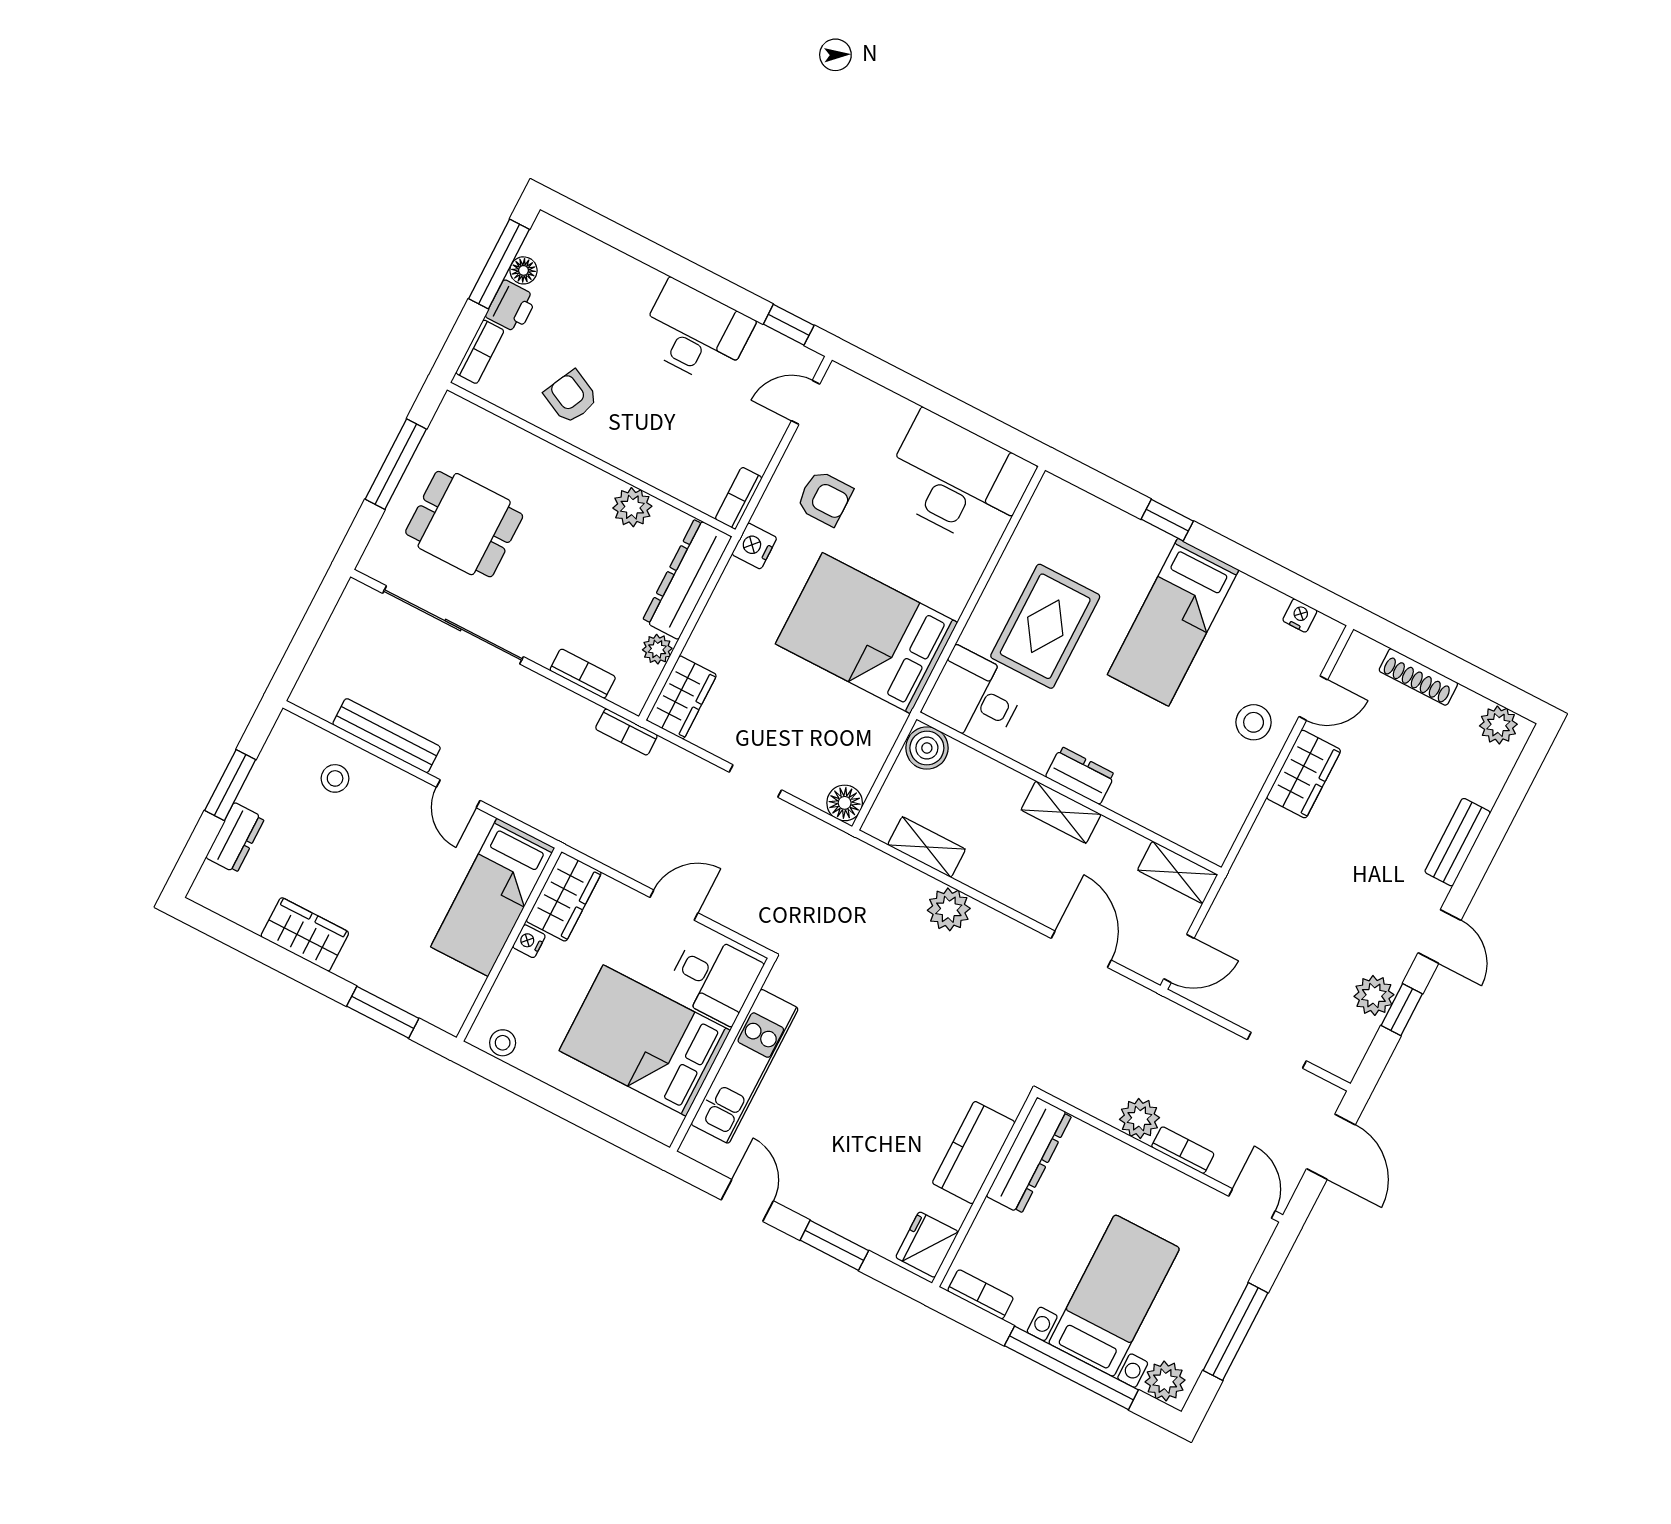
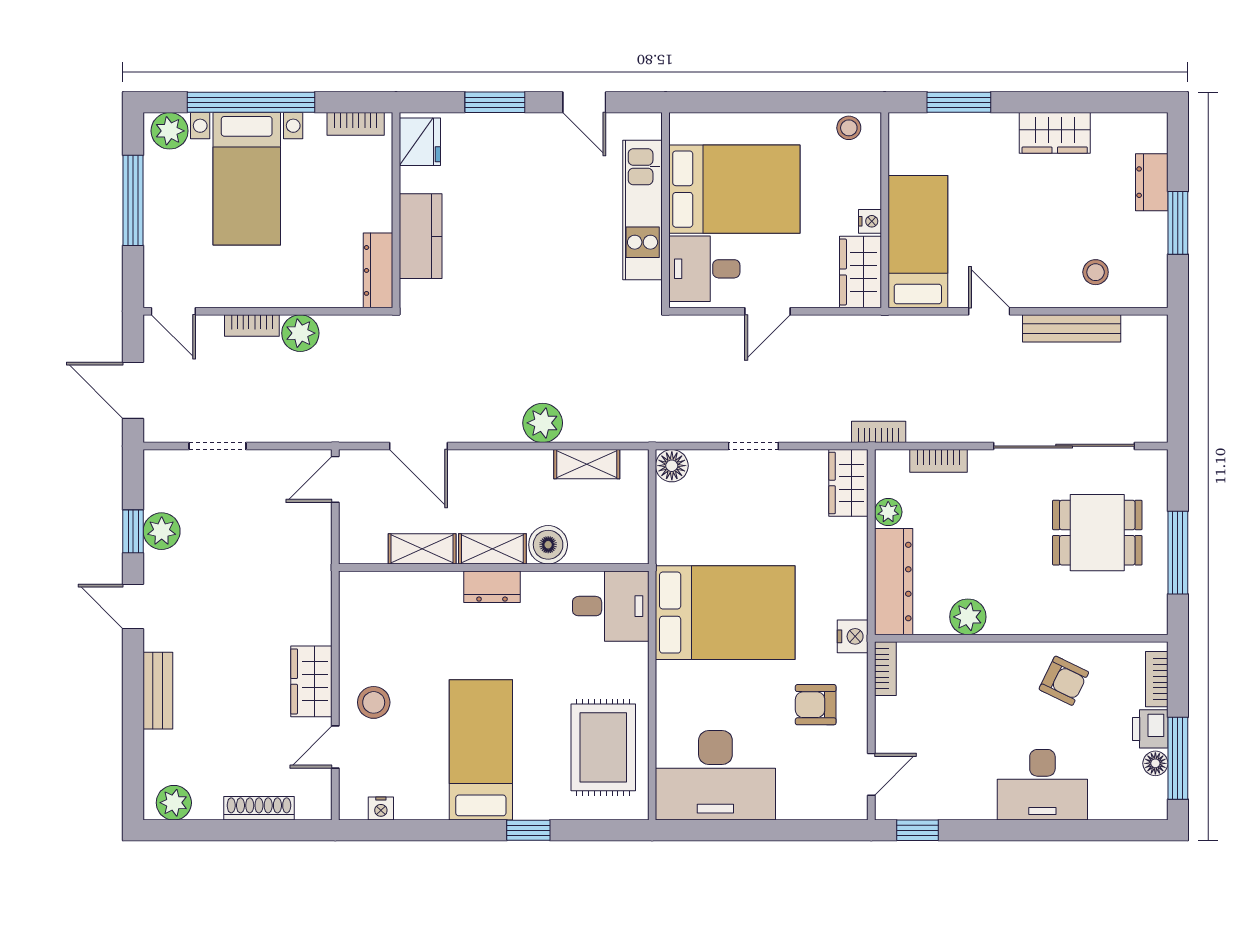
desk: (696, 333) -> (1042, 785), moved
rug: (1045, 626) -> (603, 747), moved
boiler: (927, 748) -> (548, 545), moved
shelving: (1178, 872) -> (422, 549), moved
dresser: (1029, 1156) -> (378, 270), width x0.73, depth x0.80

